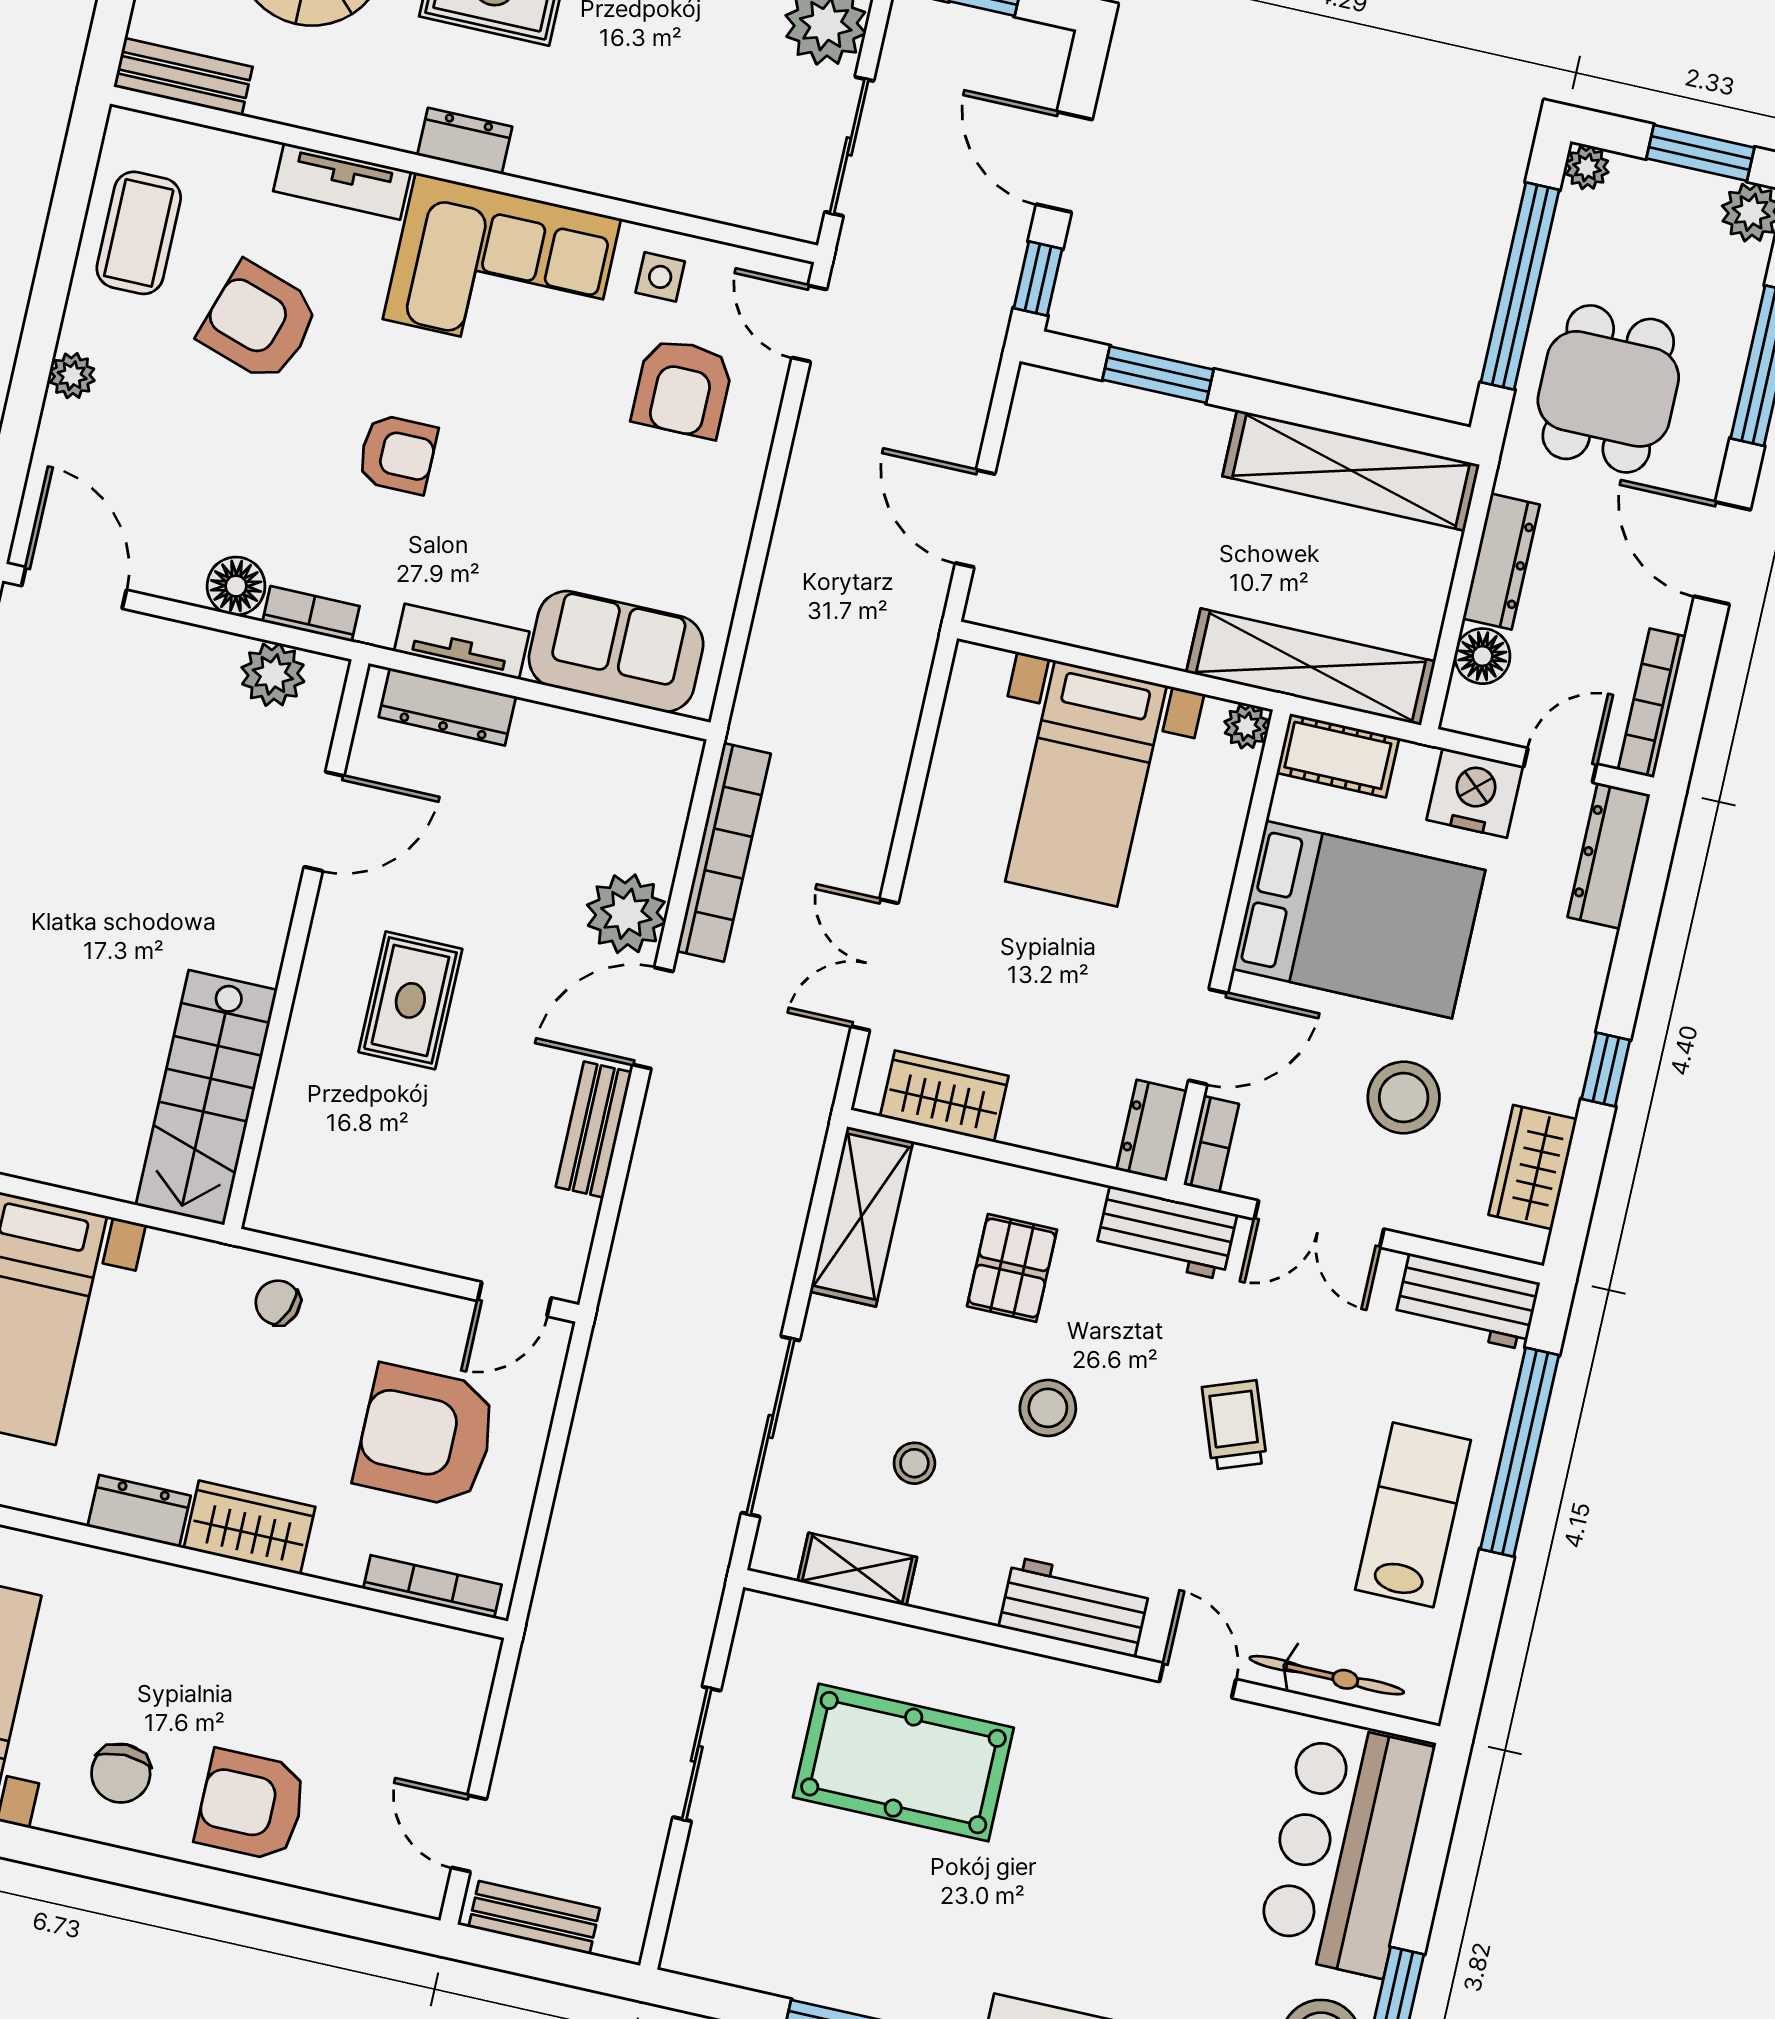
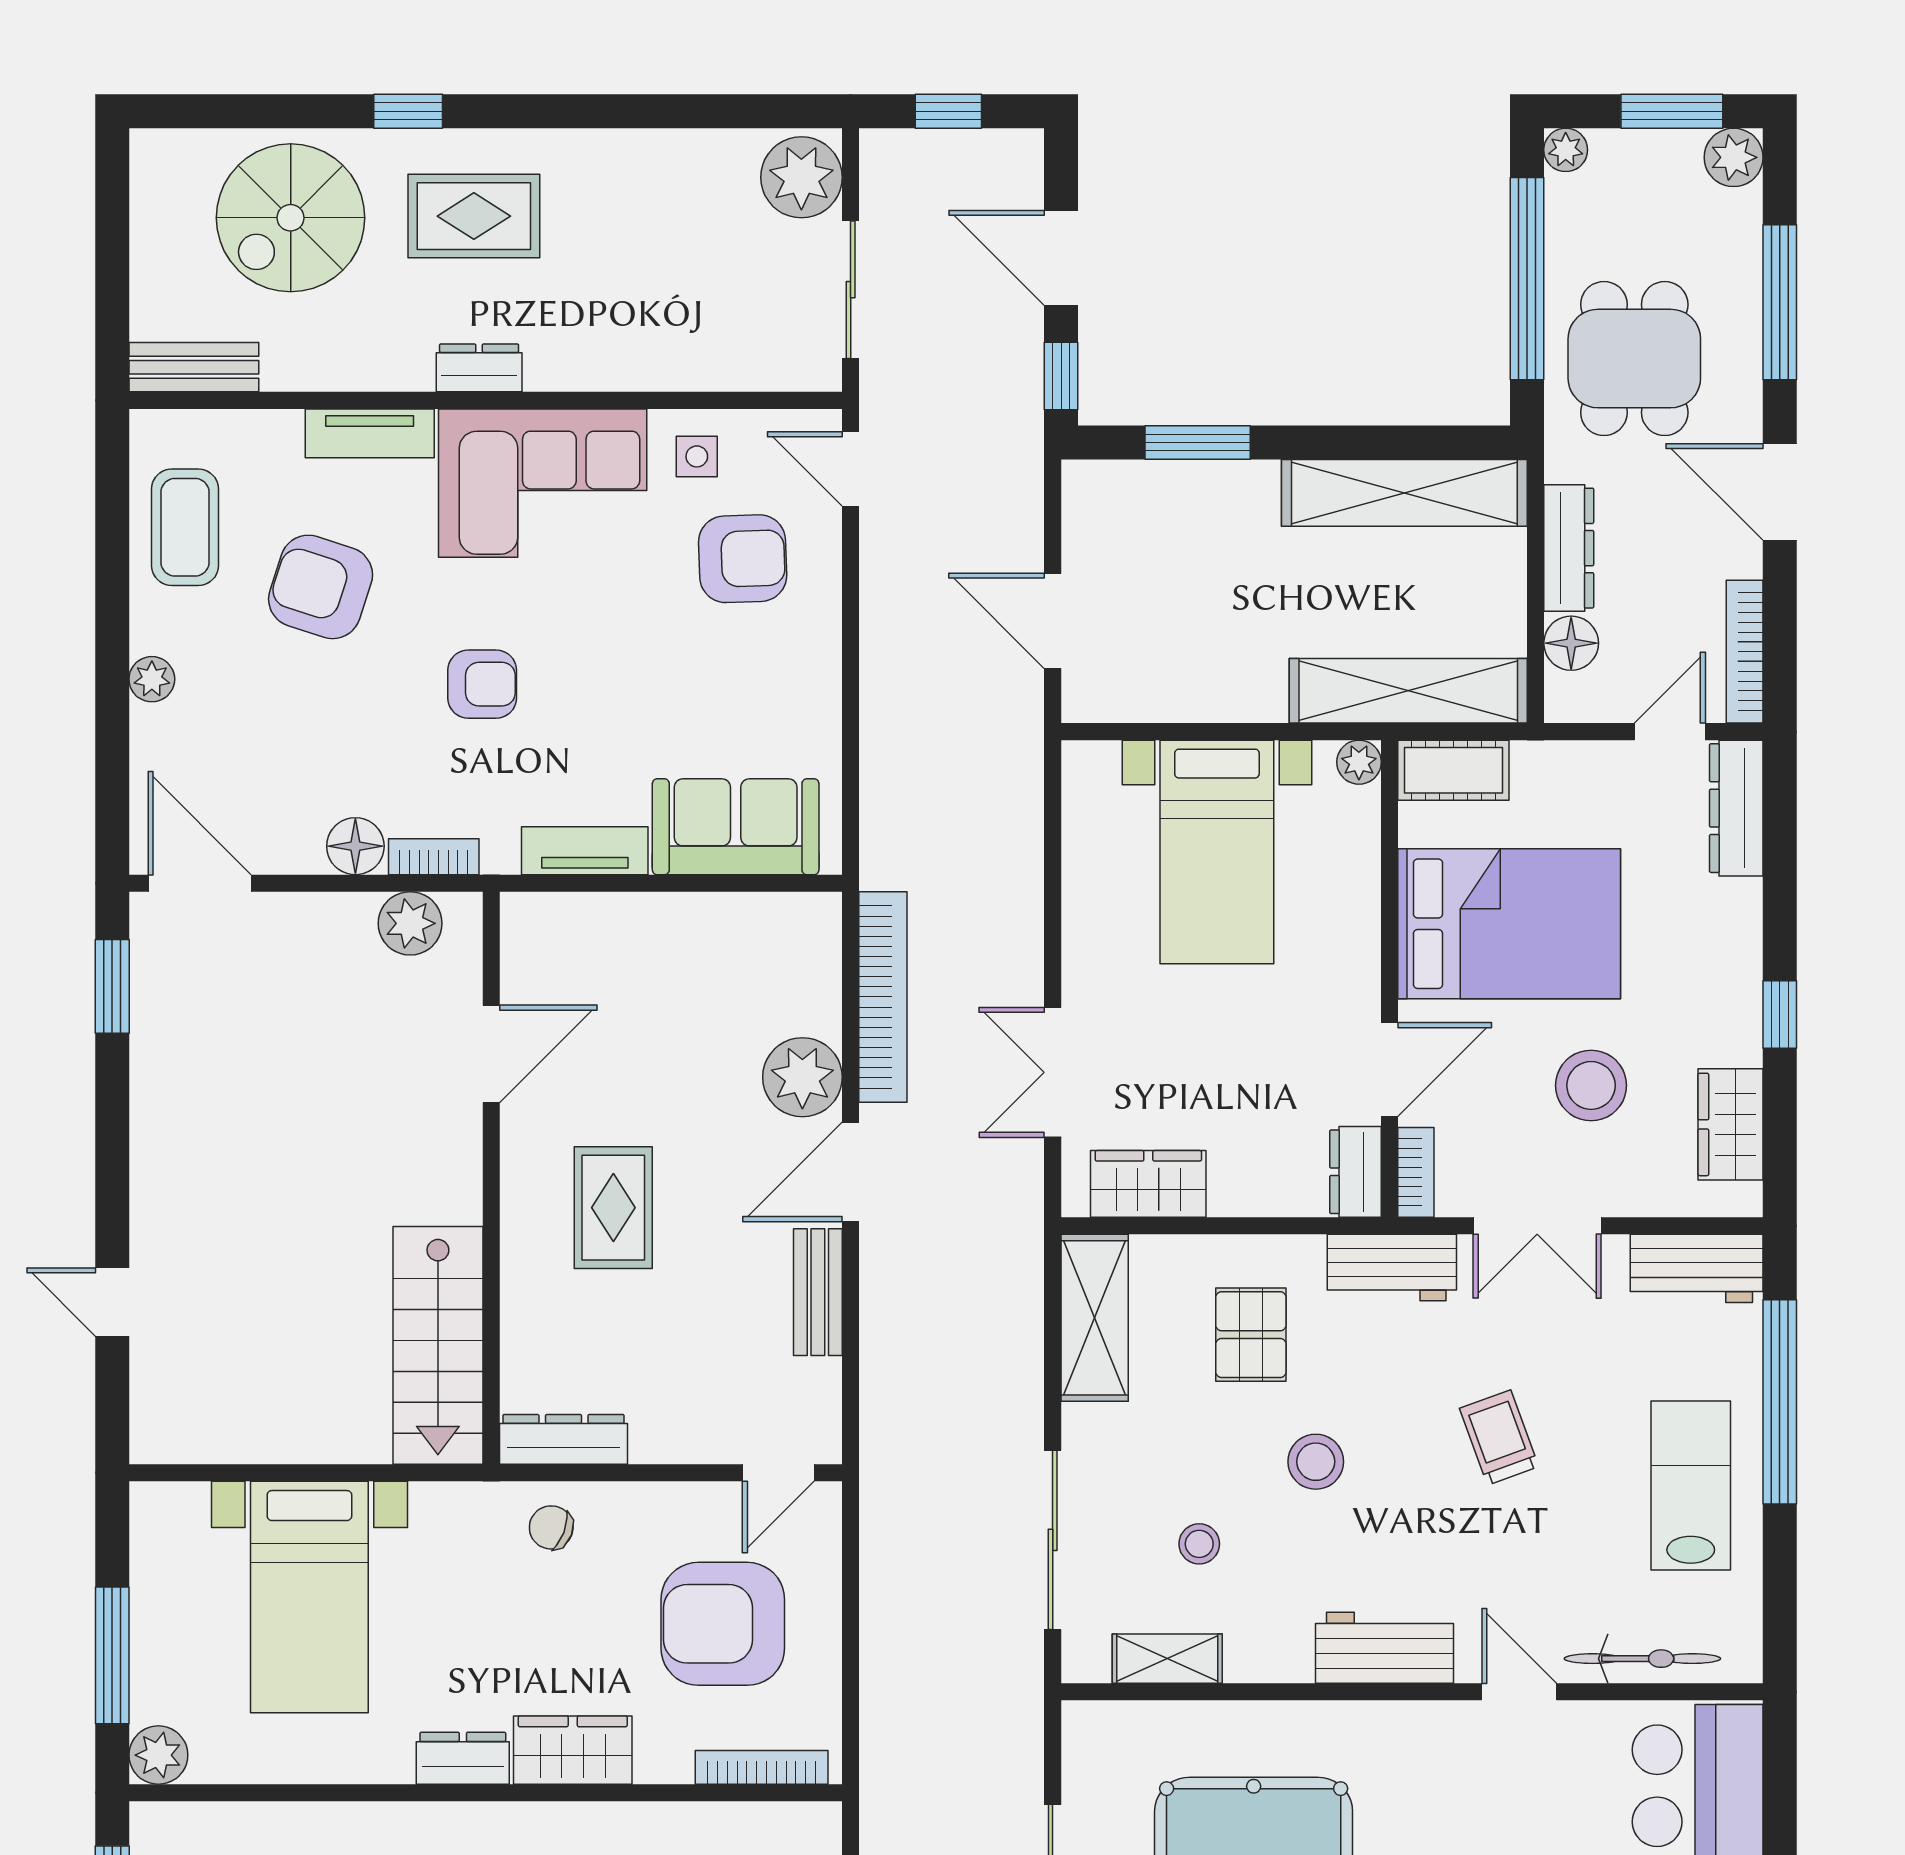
armchair: (683, 388) -> (743, 559), turned -92
dresser: (447, 707) -> (563, 1439), moved, turned 180
nightstand: (1475, 793) -> (1593, 777), removed

